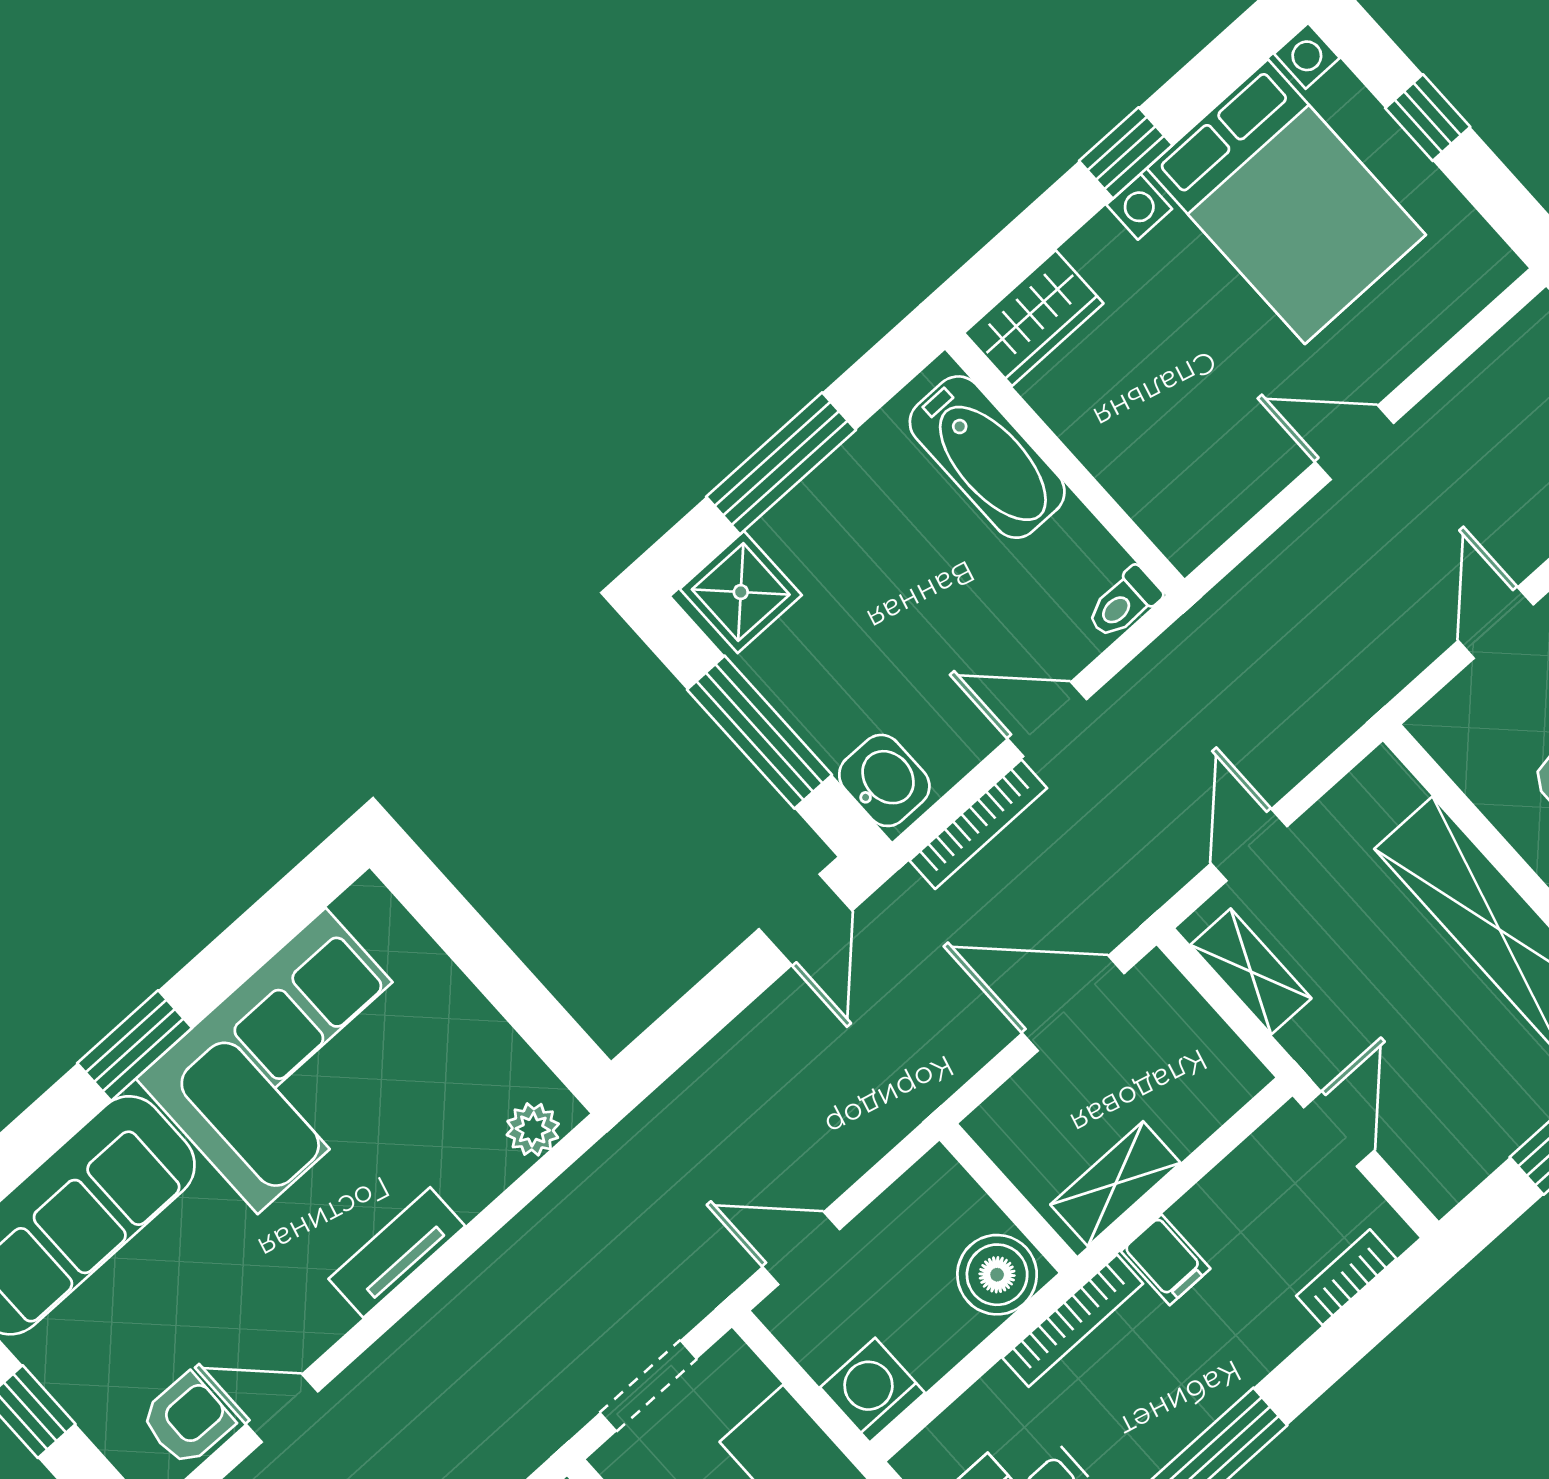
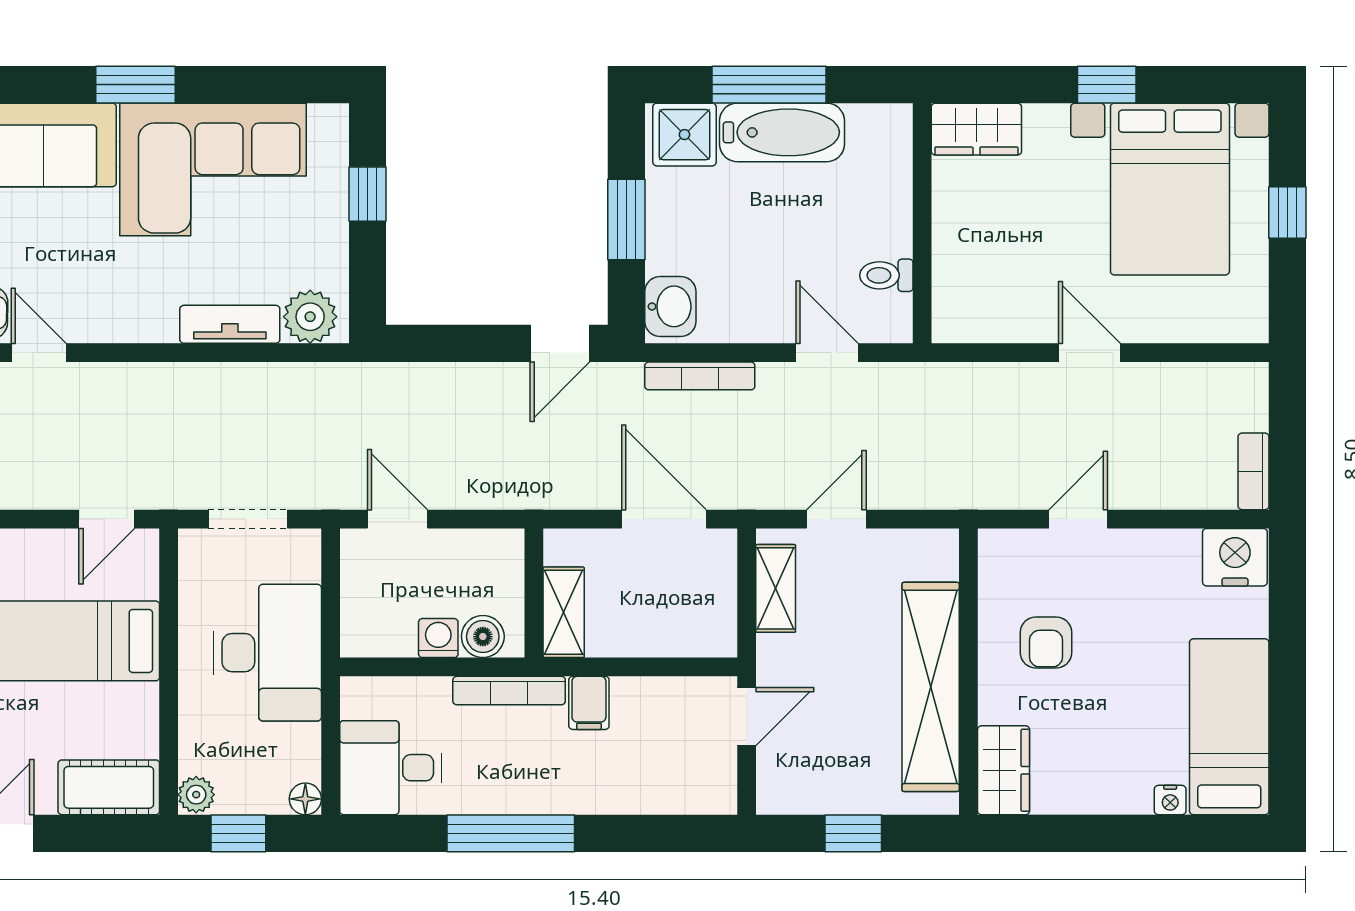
bathtub: (987, 457) -> (782, 132), moved, turned -90
toilet: (1124, 603) -> (886, 275), moved
door: (1047, 719) -> (827, 353), moved
window: (760, 732) -> (626, 219), width x0.69
window: (472, 944) -> (368, 194), added
plant: (533, 1129) -> (310, 317), width x1.38, depth x1.38
shelving: (1115, 1184) -> (564, 612), moved, turned 90
tv unit: (397, 1252) -> (230, 324), moved
boiler: (997, 1275) -> (483, 637), width x0.73, depth x0.73
bookcase: (1346, 1277) -> (678, 800), removed
washing machine: (872, 1390) -> (438, 638), moved, width x0.73, depth x0.73

